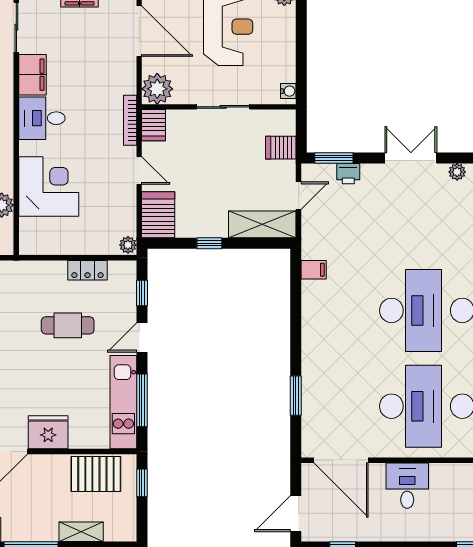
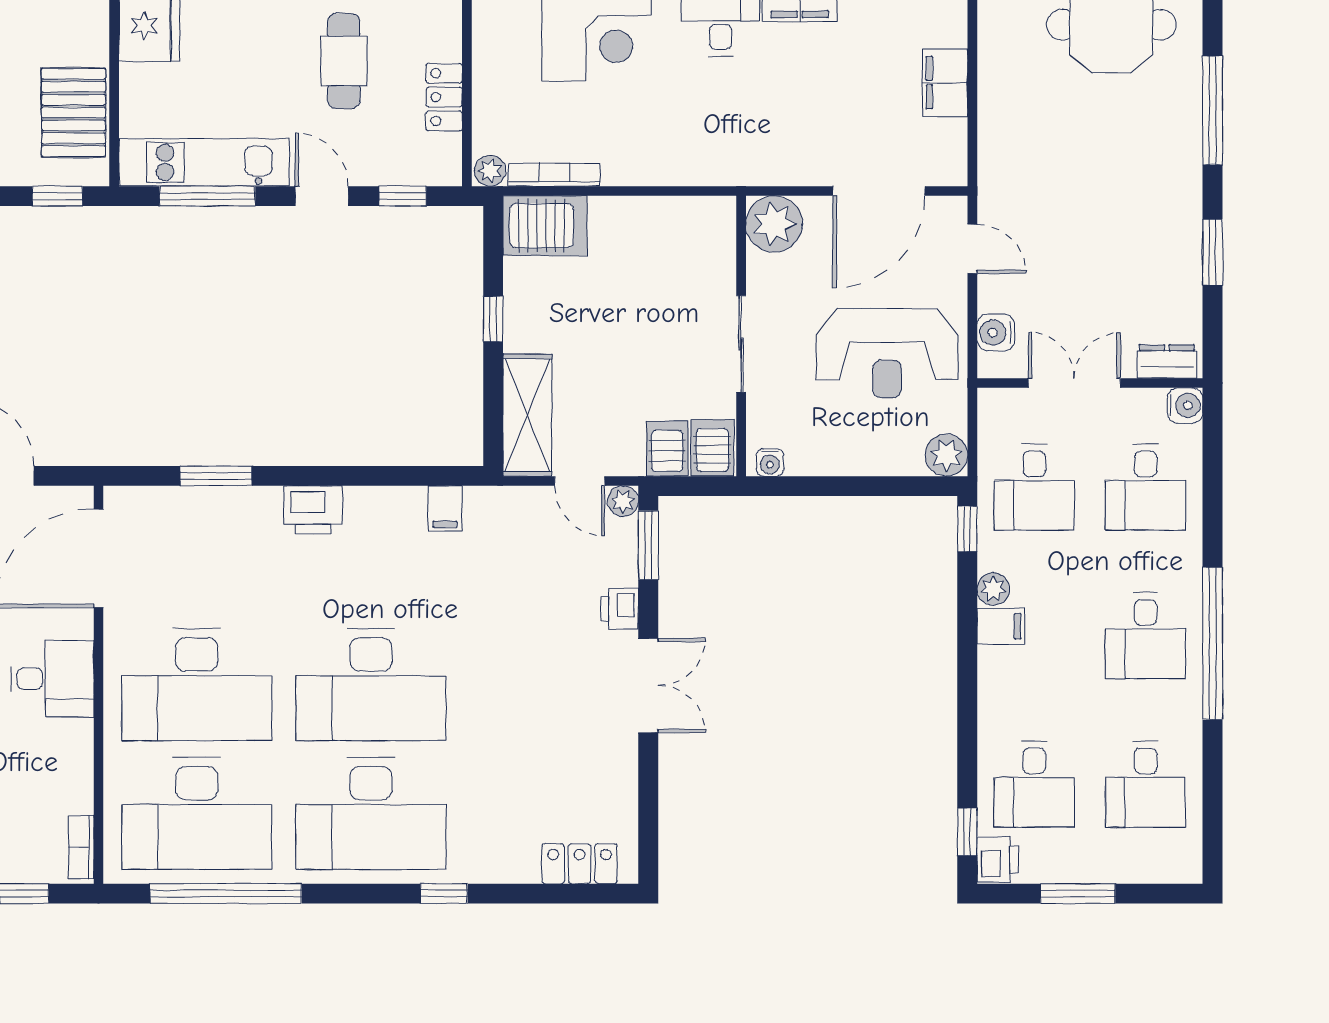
bookcase: (130, 120) -> (554, 175), moved
server rack: (153, 125) -> (712, 448), moved, turned 90
door: (139, 170) -> (626, 191), removed
plant: (457, 172) -> (623, 501), moved
printer: (348, 174) -> (620, 609), moved
printer: (314, 342) -> (313, 510), added

